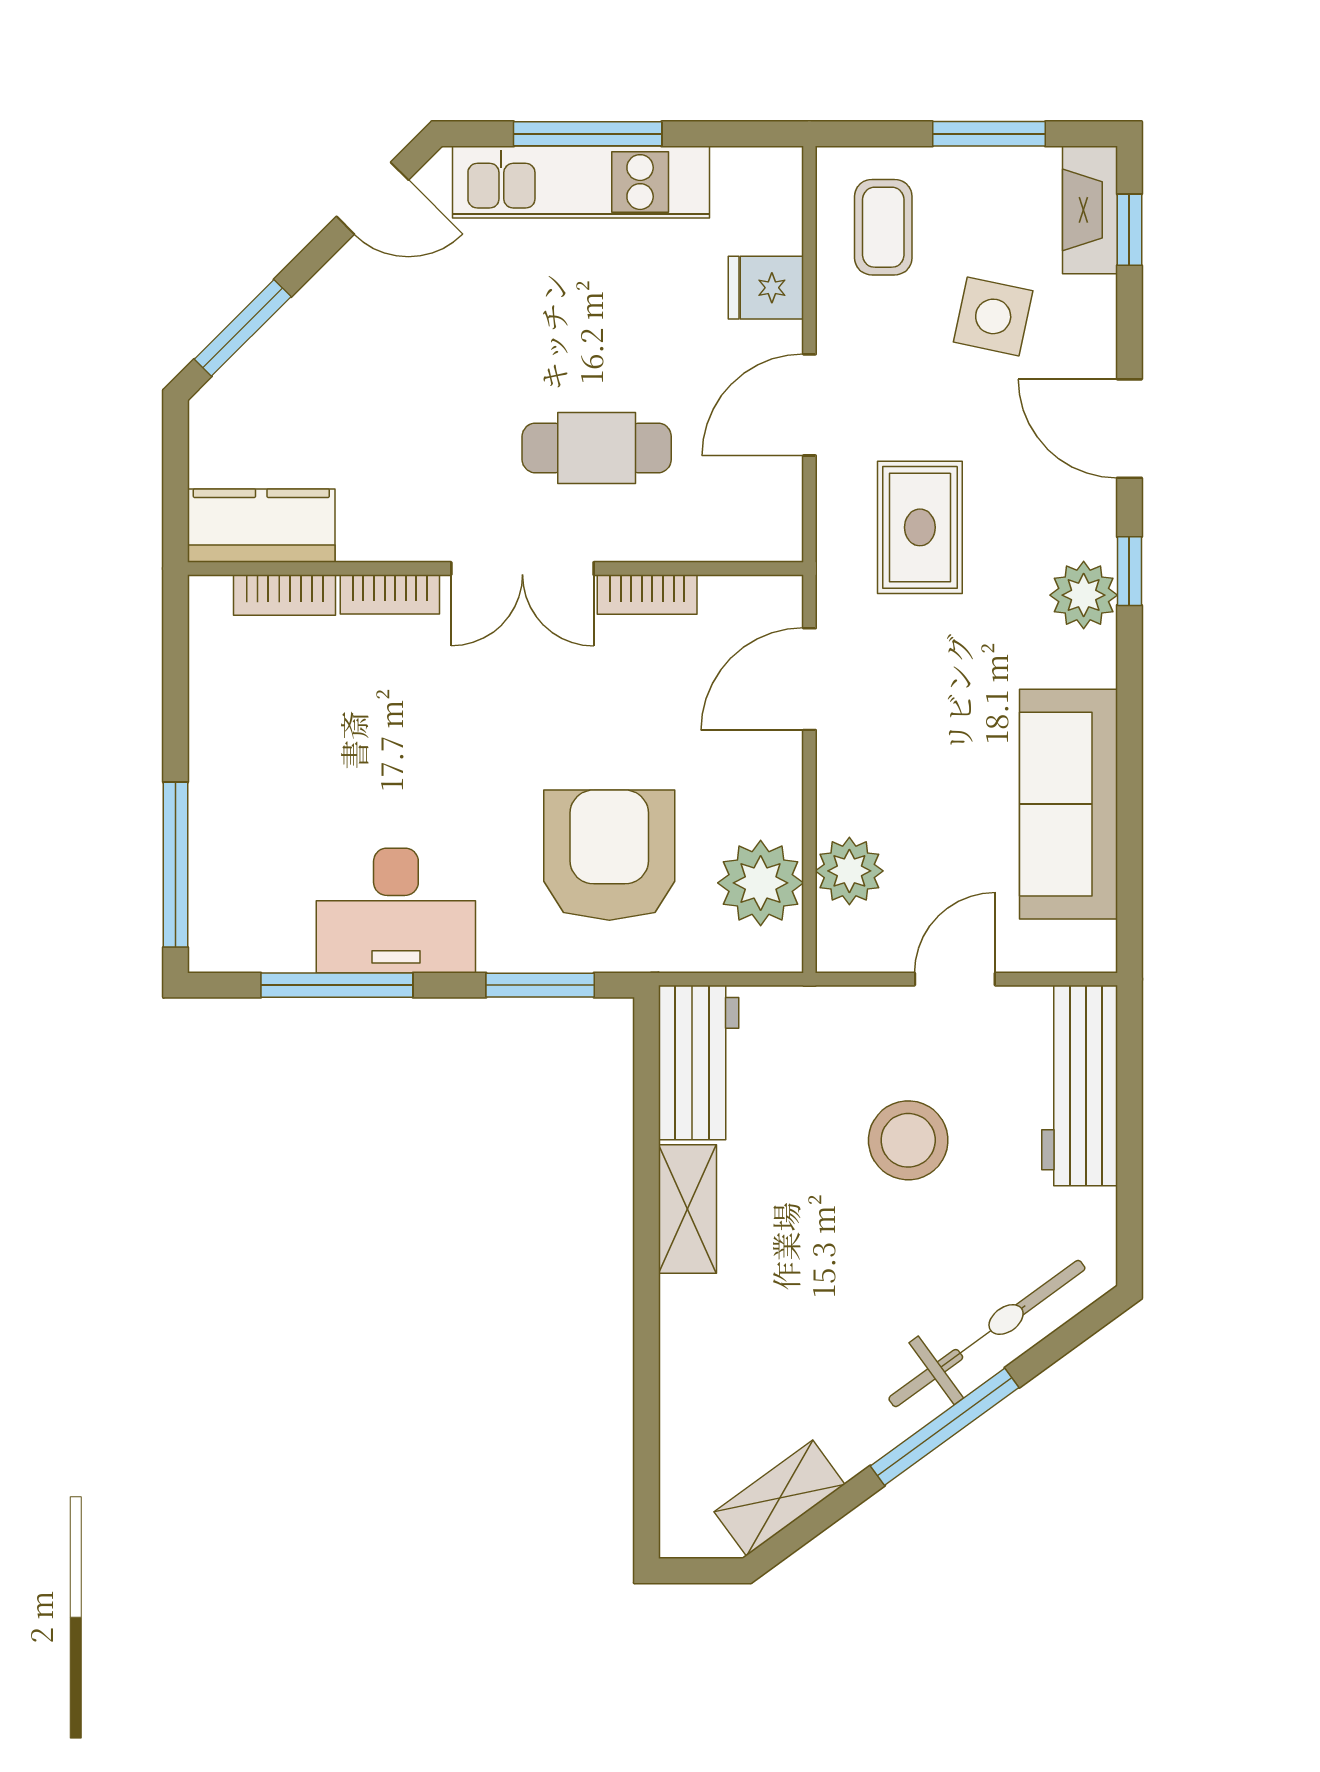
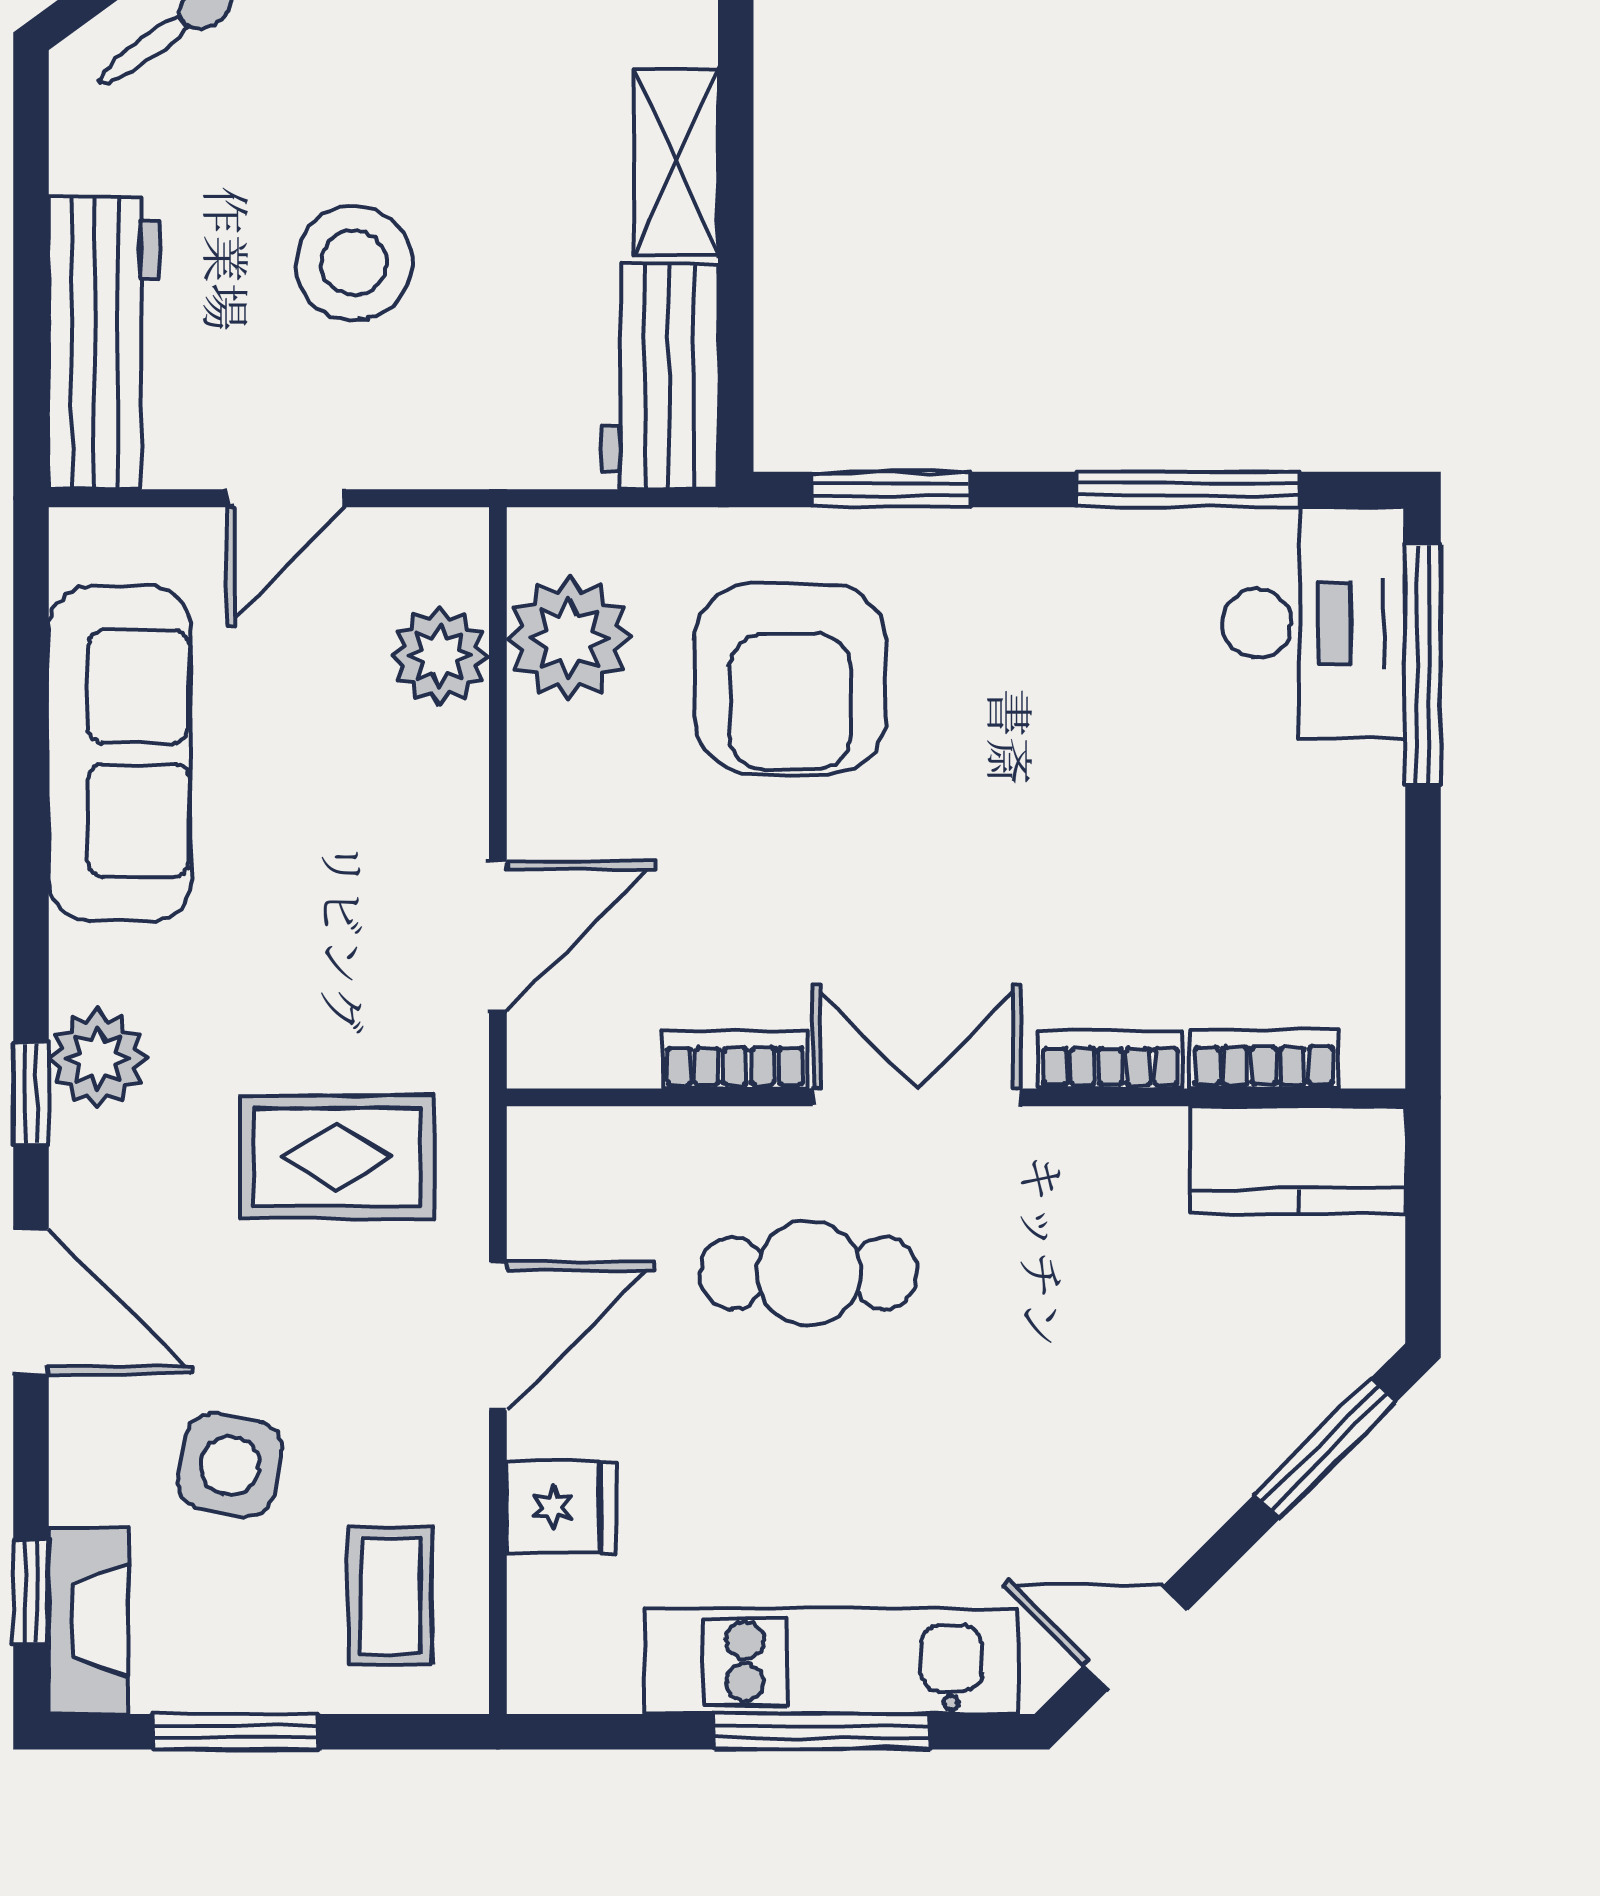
rug: (920, 527) -> (337, 1157), turned 90
desk: (396, 911) -> (1314, 623), moved, turned 90

